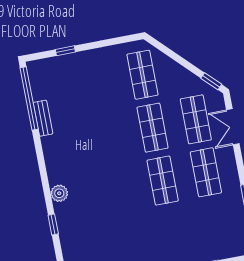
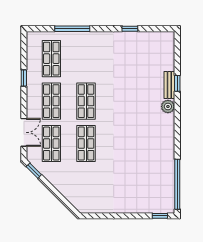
window: (65, 51) -> (160, 216), moved
shop shelf: (142, 75) -> (51, 59), moved
bench: (43, 118) -> (169, 85), moved

